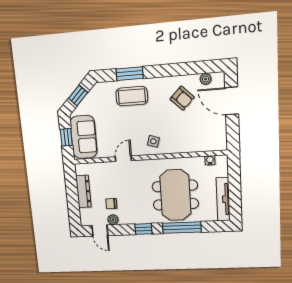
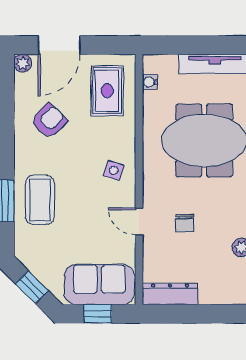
plant: (206, 79) -> (23, 63), moved
rug: (203, 134) -> (107, 91), added
dresser: (83, 191) -> (170, 294), moved
chair: (111, 204) -> (185, 223), moved

